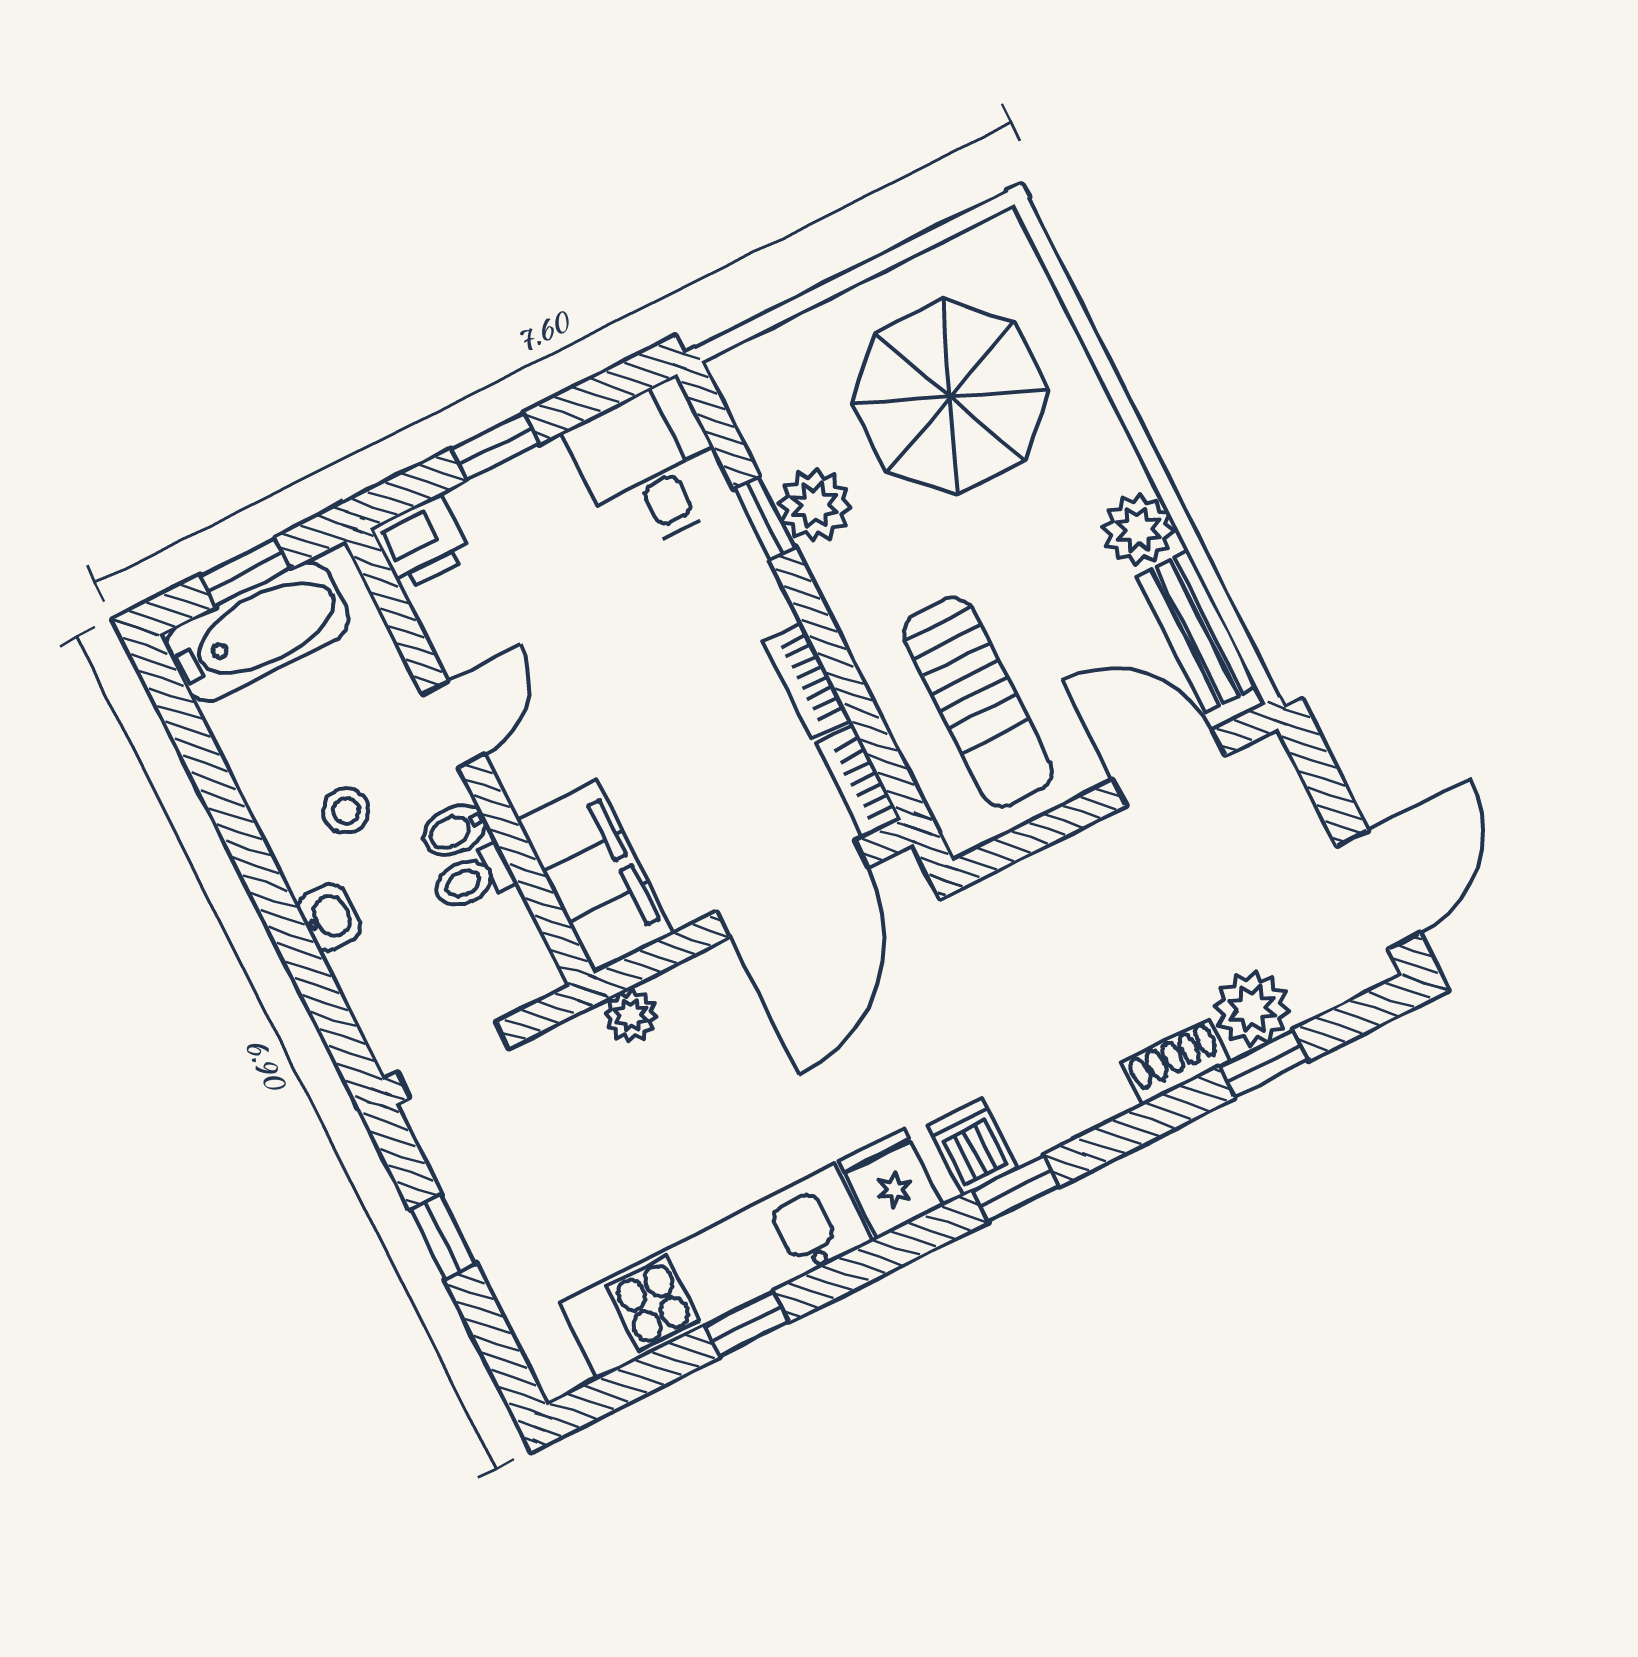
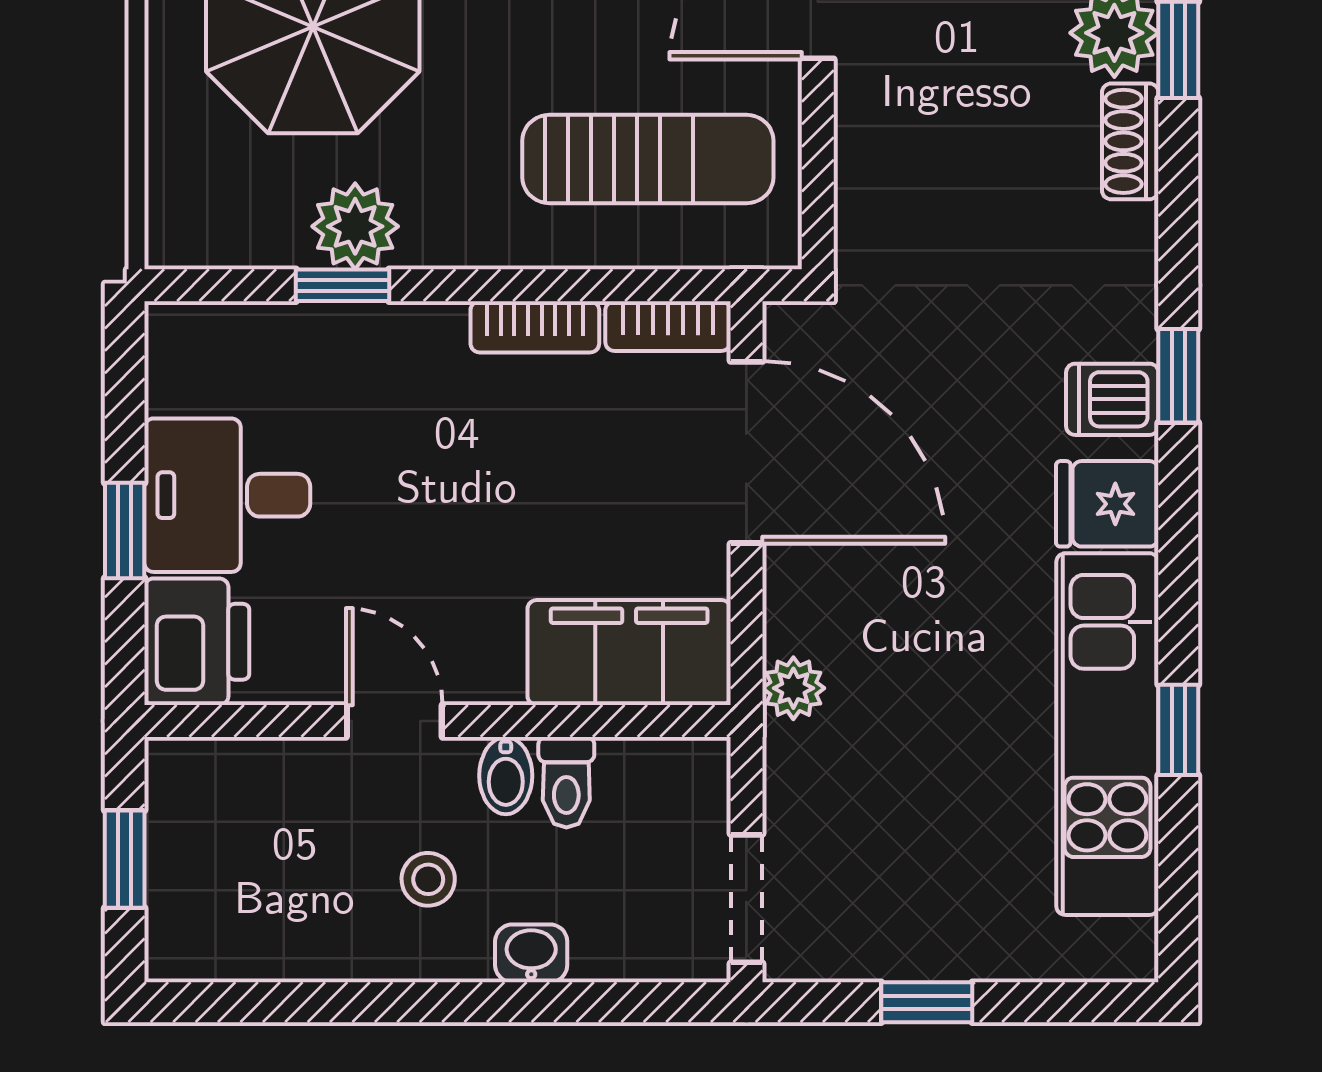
desk: (650, 466) -> (227, 495), moved
printer: (421, 543) -> (197, 642), width x1.36, depth x1.24
bathtub: (258, 632) -> (194, 877), removed

